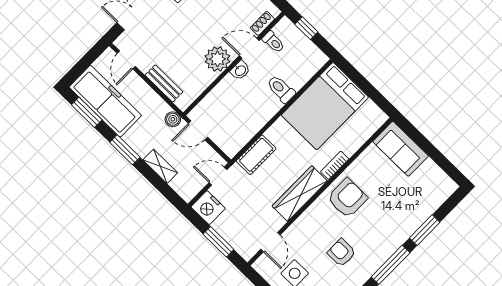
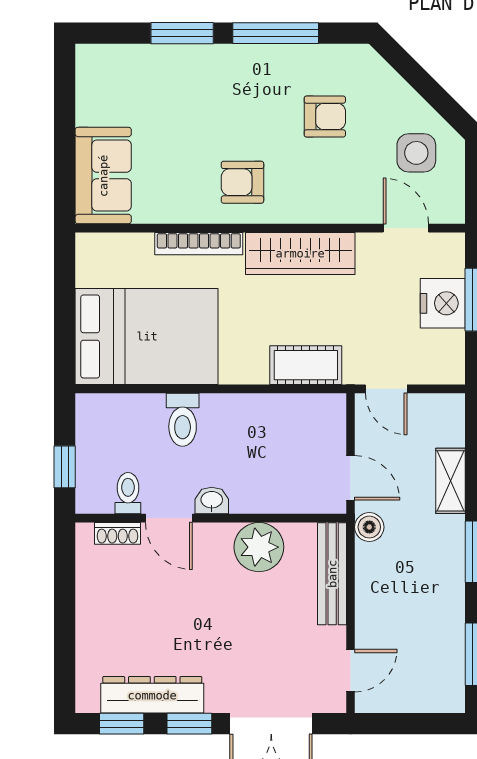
plant: (217, 59) -> (259, 547), moved
bench: (164, 83) -> (332, 574), width x1.36
freezer: (105, 101) -> (435, 644), removed
bookcase: (335, 165) -> (199, 244), width x1.56
armchair: (347, 198) -> (242, 182), width x0.72, depth x0.72
nightstand: (208, 208) -> (443, 303), moved
door: (271, 242) -> (406, 228), hinge flipped
armchair: (342, 253) -> (325, 117), turned -90

